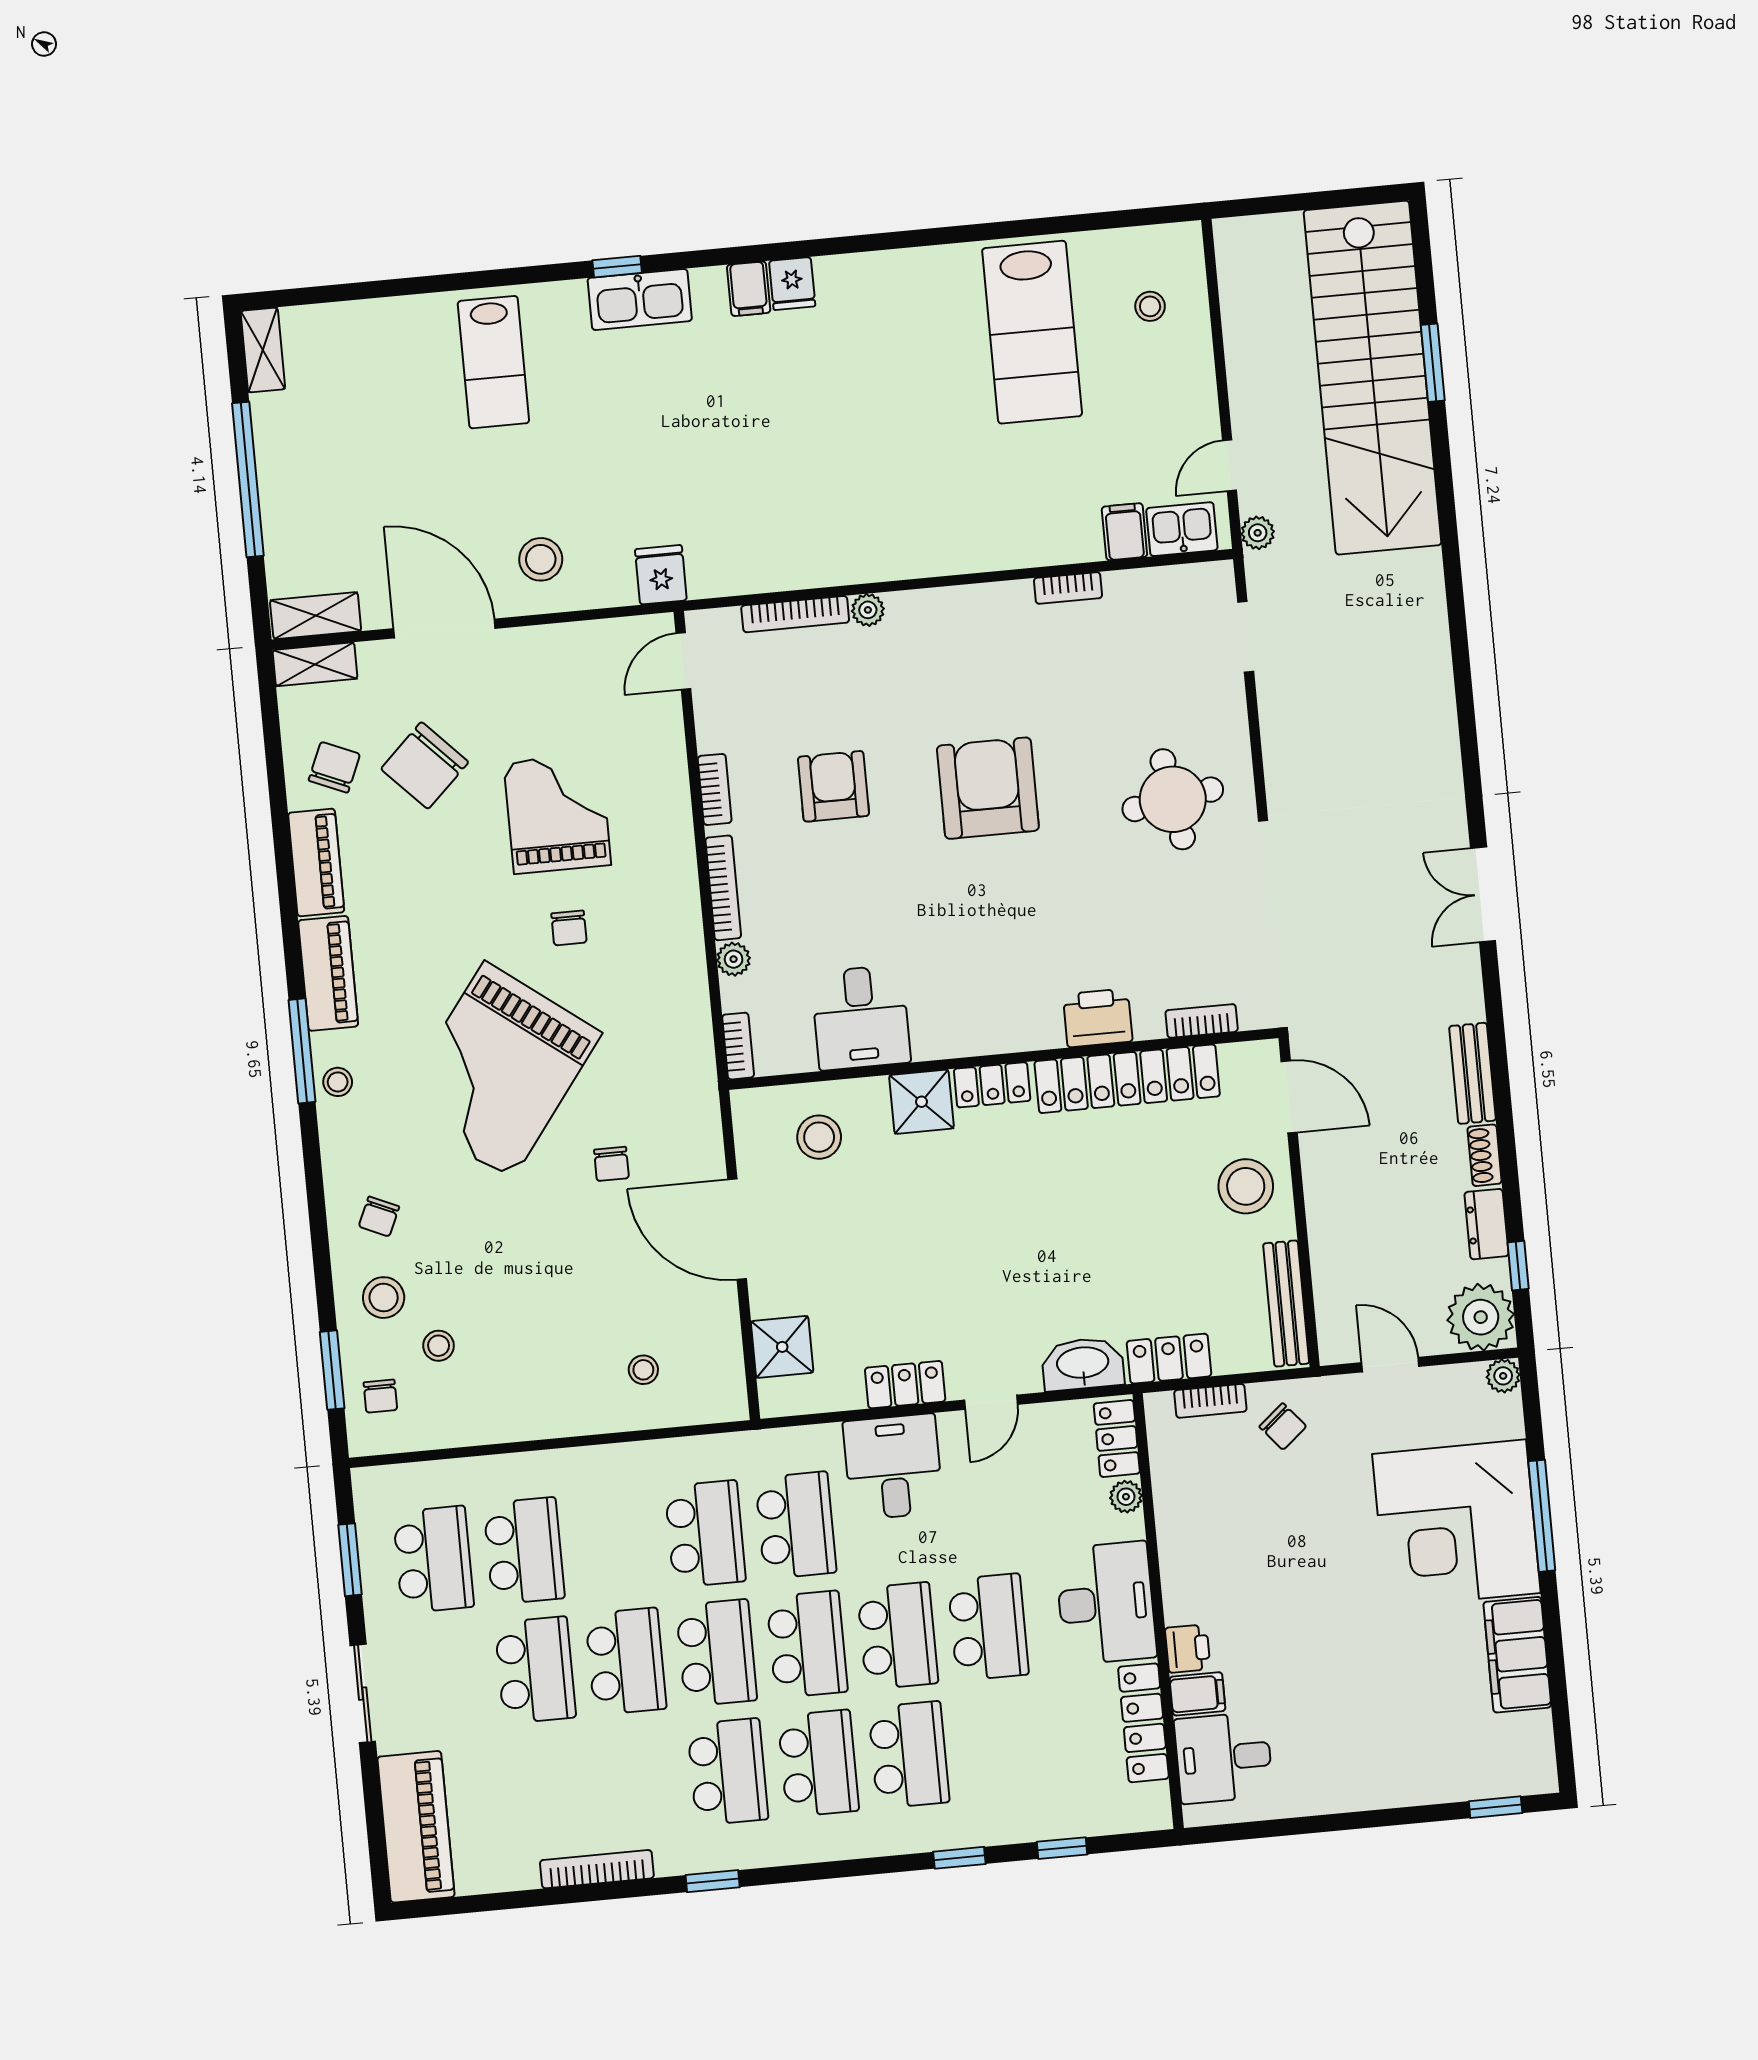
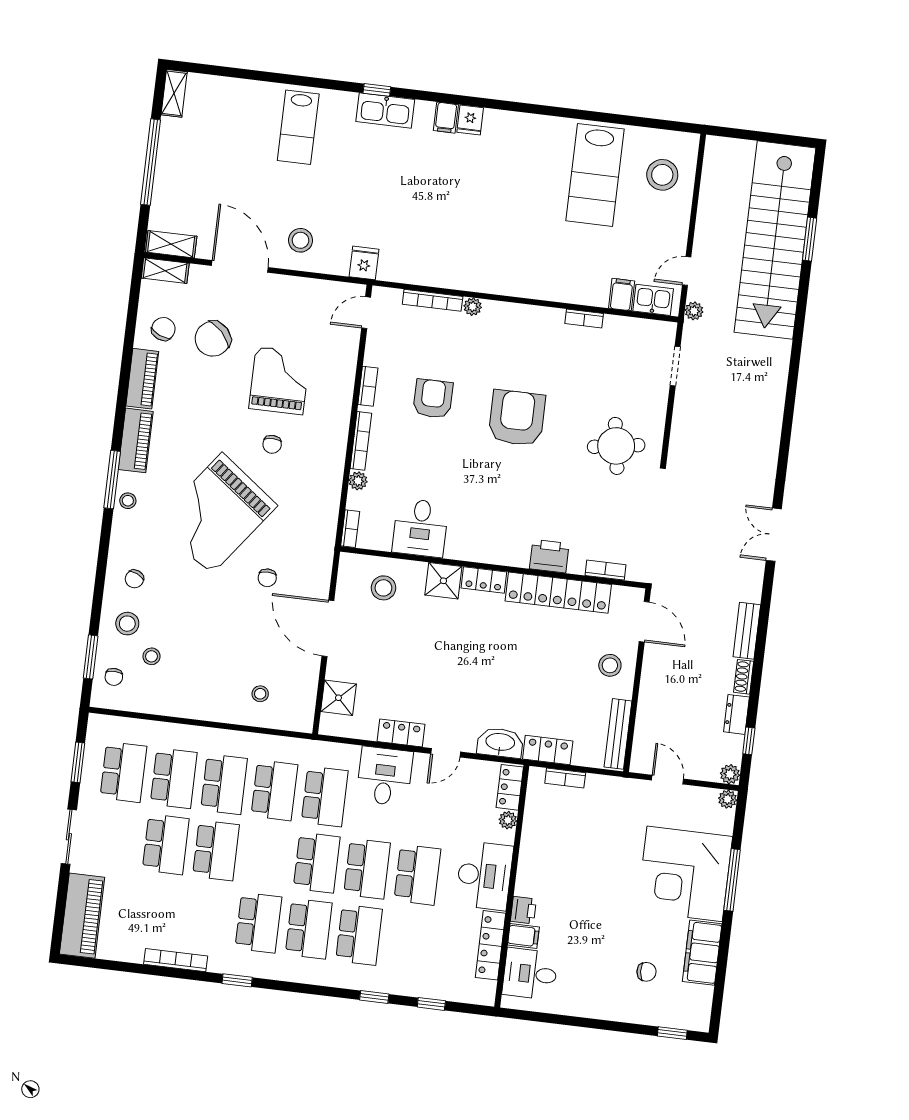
stool: (1150, 306) -> (662, 175), width x1.89, depth x1.89
stool: (1246, 1186) -> (610, 665), width x0.73, depth x0.73
plant: (1481, 1317) -> (730, 774), width x0.53, depth x0.53
chair: (1283, 1426) -> (646, 972), moved, turned -55
school desk: (716, 1653) -> (224, 784), moved

